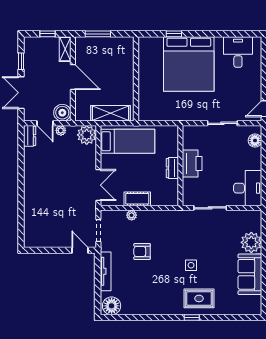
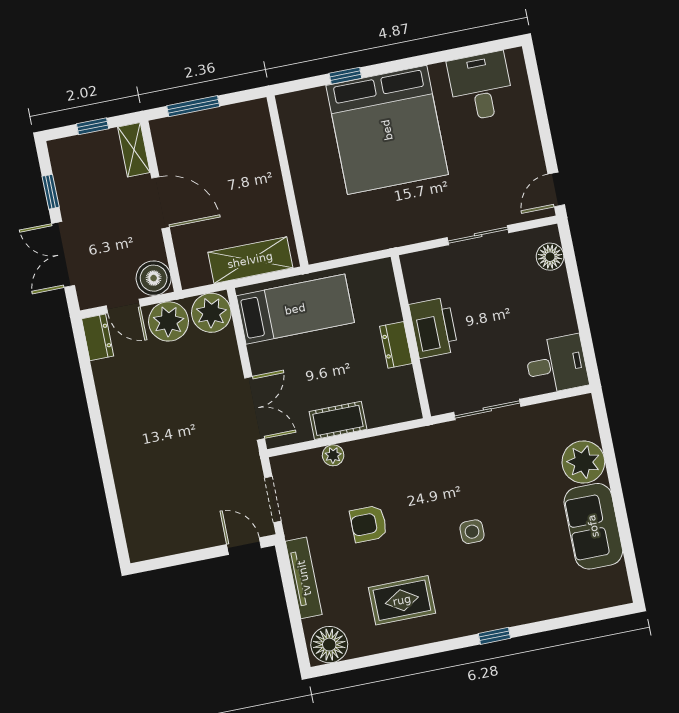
plant: (61, 130) -> (169, 321), width x1.88, depth x1.88
desk: (248, 188) -> (556, 364), width x0.73
rug: (199, 298) -> (402, 600), moved

